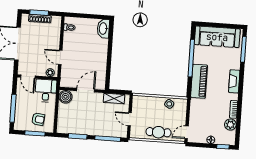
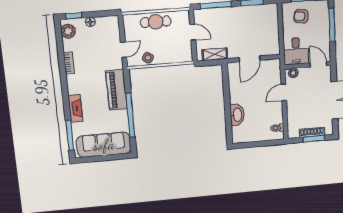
washbasin: (103, 29) -> (237, 115), moved
door: (60, 57) -> (284, 92), swing flipped
fireplace: (234, 81) -> (75, 108), moved
boiler: (65, 97) -> (272, 48), removed
plant: (230, 125) -> (68, 31), moved
door: (187, 132) -> (124, 50), moved

